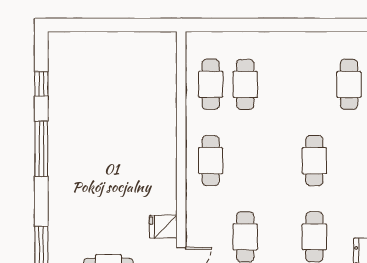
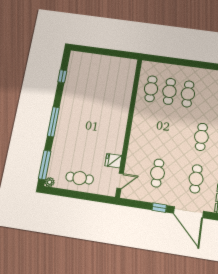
window: (41, 149) -> (53, 122), moved
cafe table: (211, 161) -> (188, 94), moved

